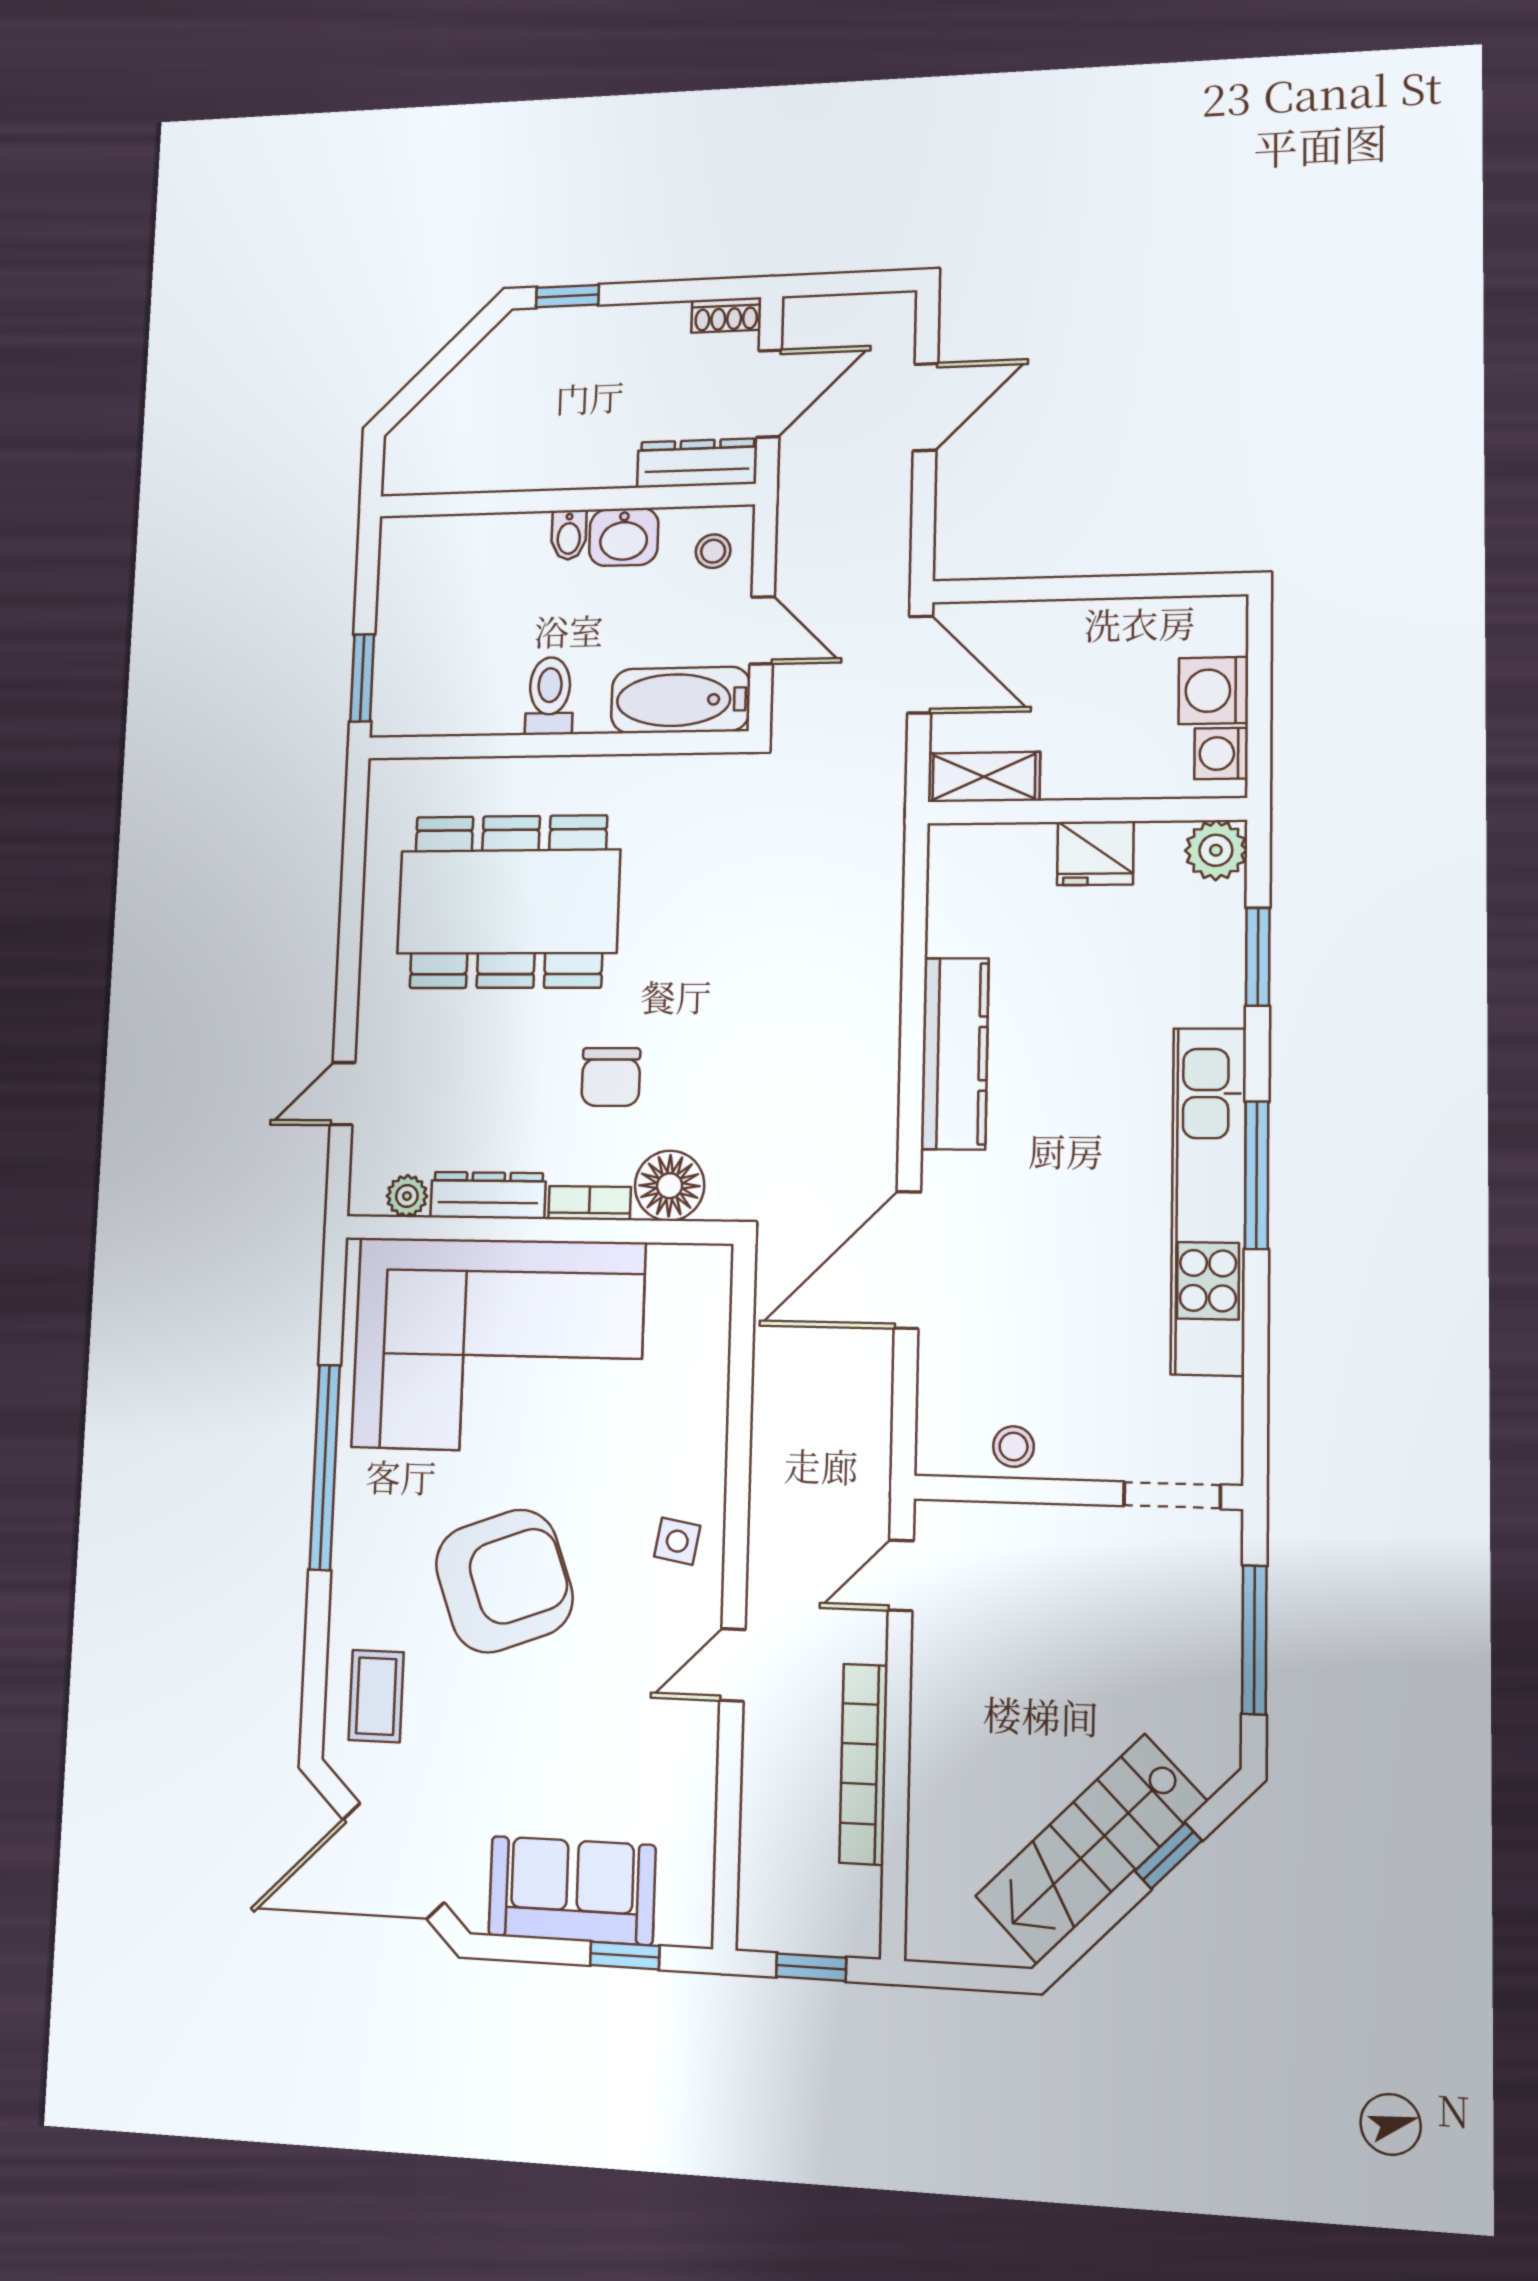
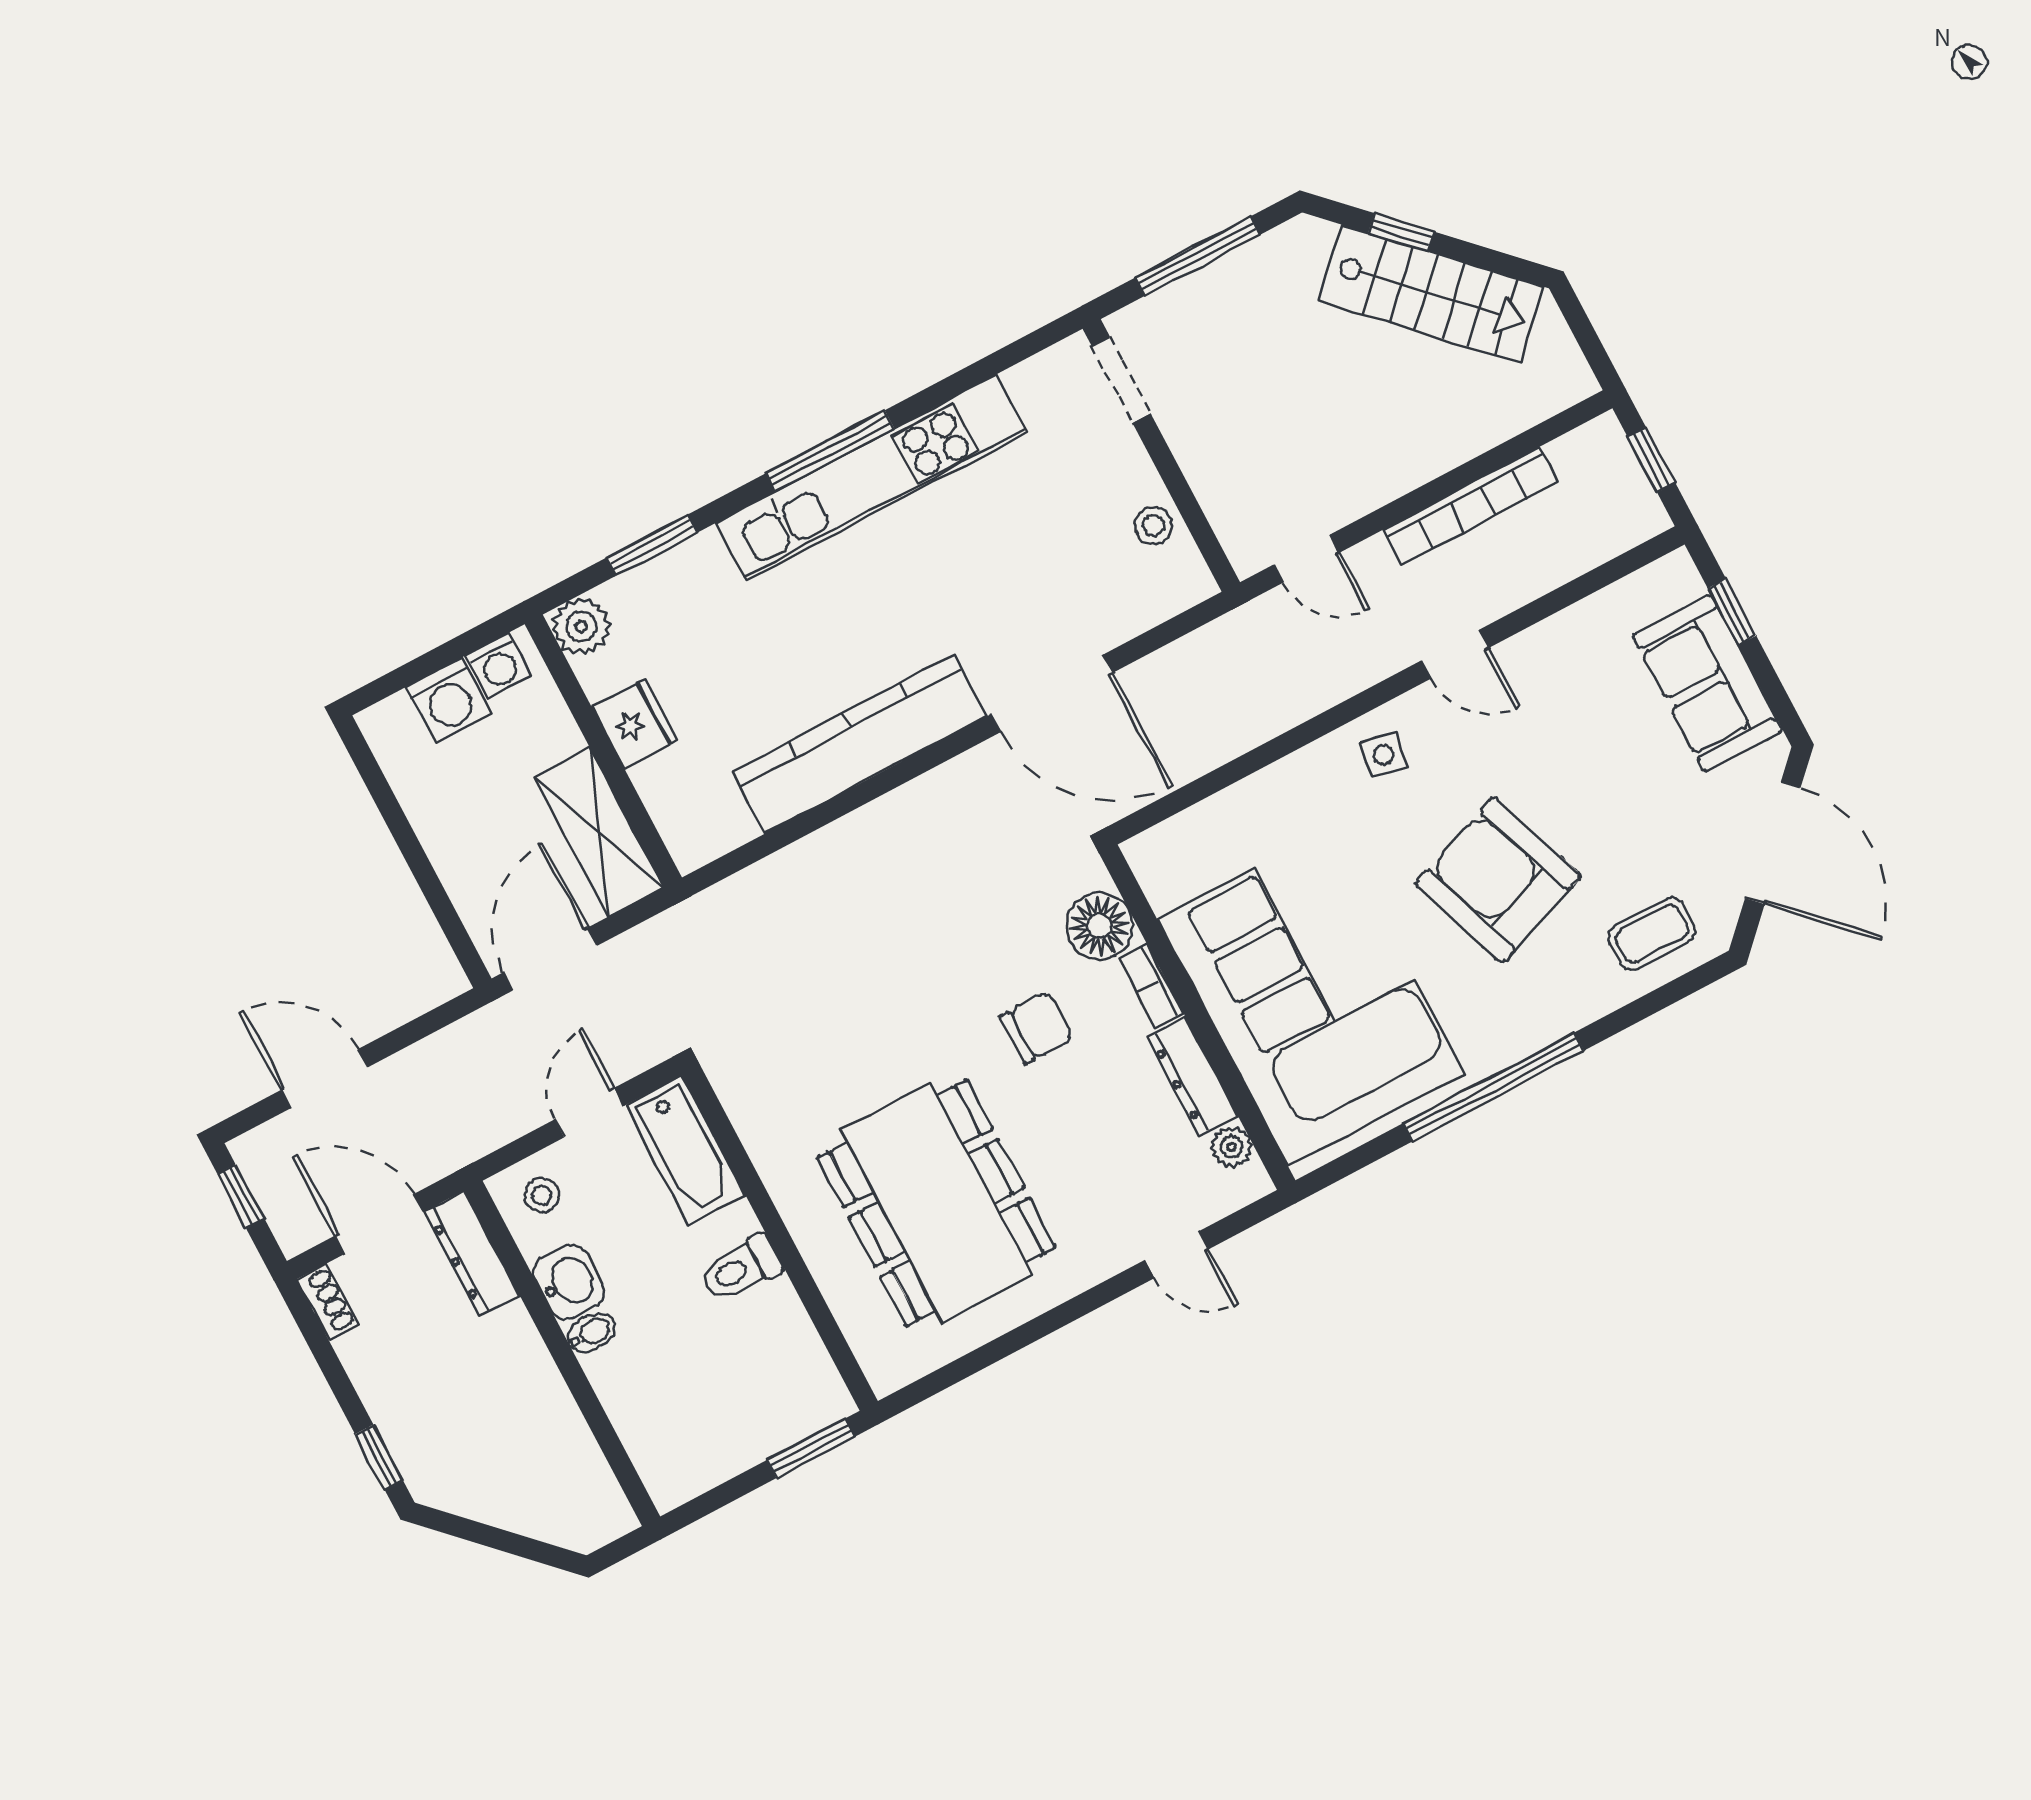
window: (862, 283) -> (241, 1196), added
shelving: (984, 777) -> (599, 832), width x1.50, depth x1.33
kitchen counter: (955, 1054) -> (860, 744), width x1.39, depth x1.17

